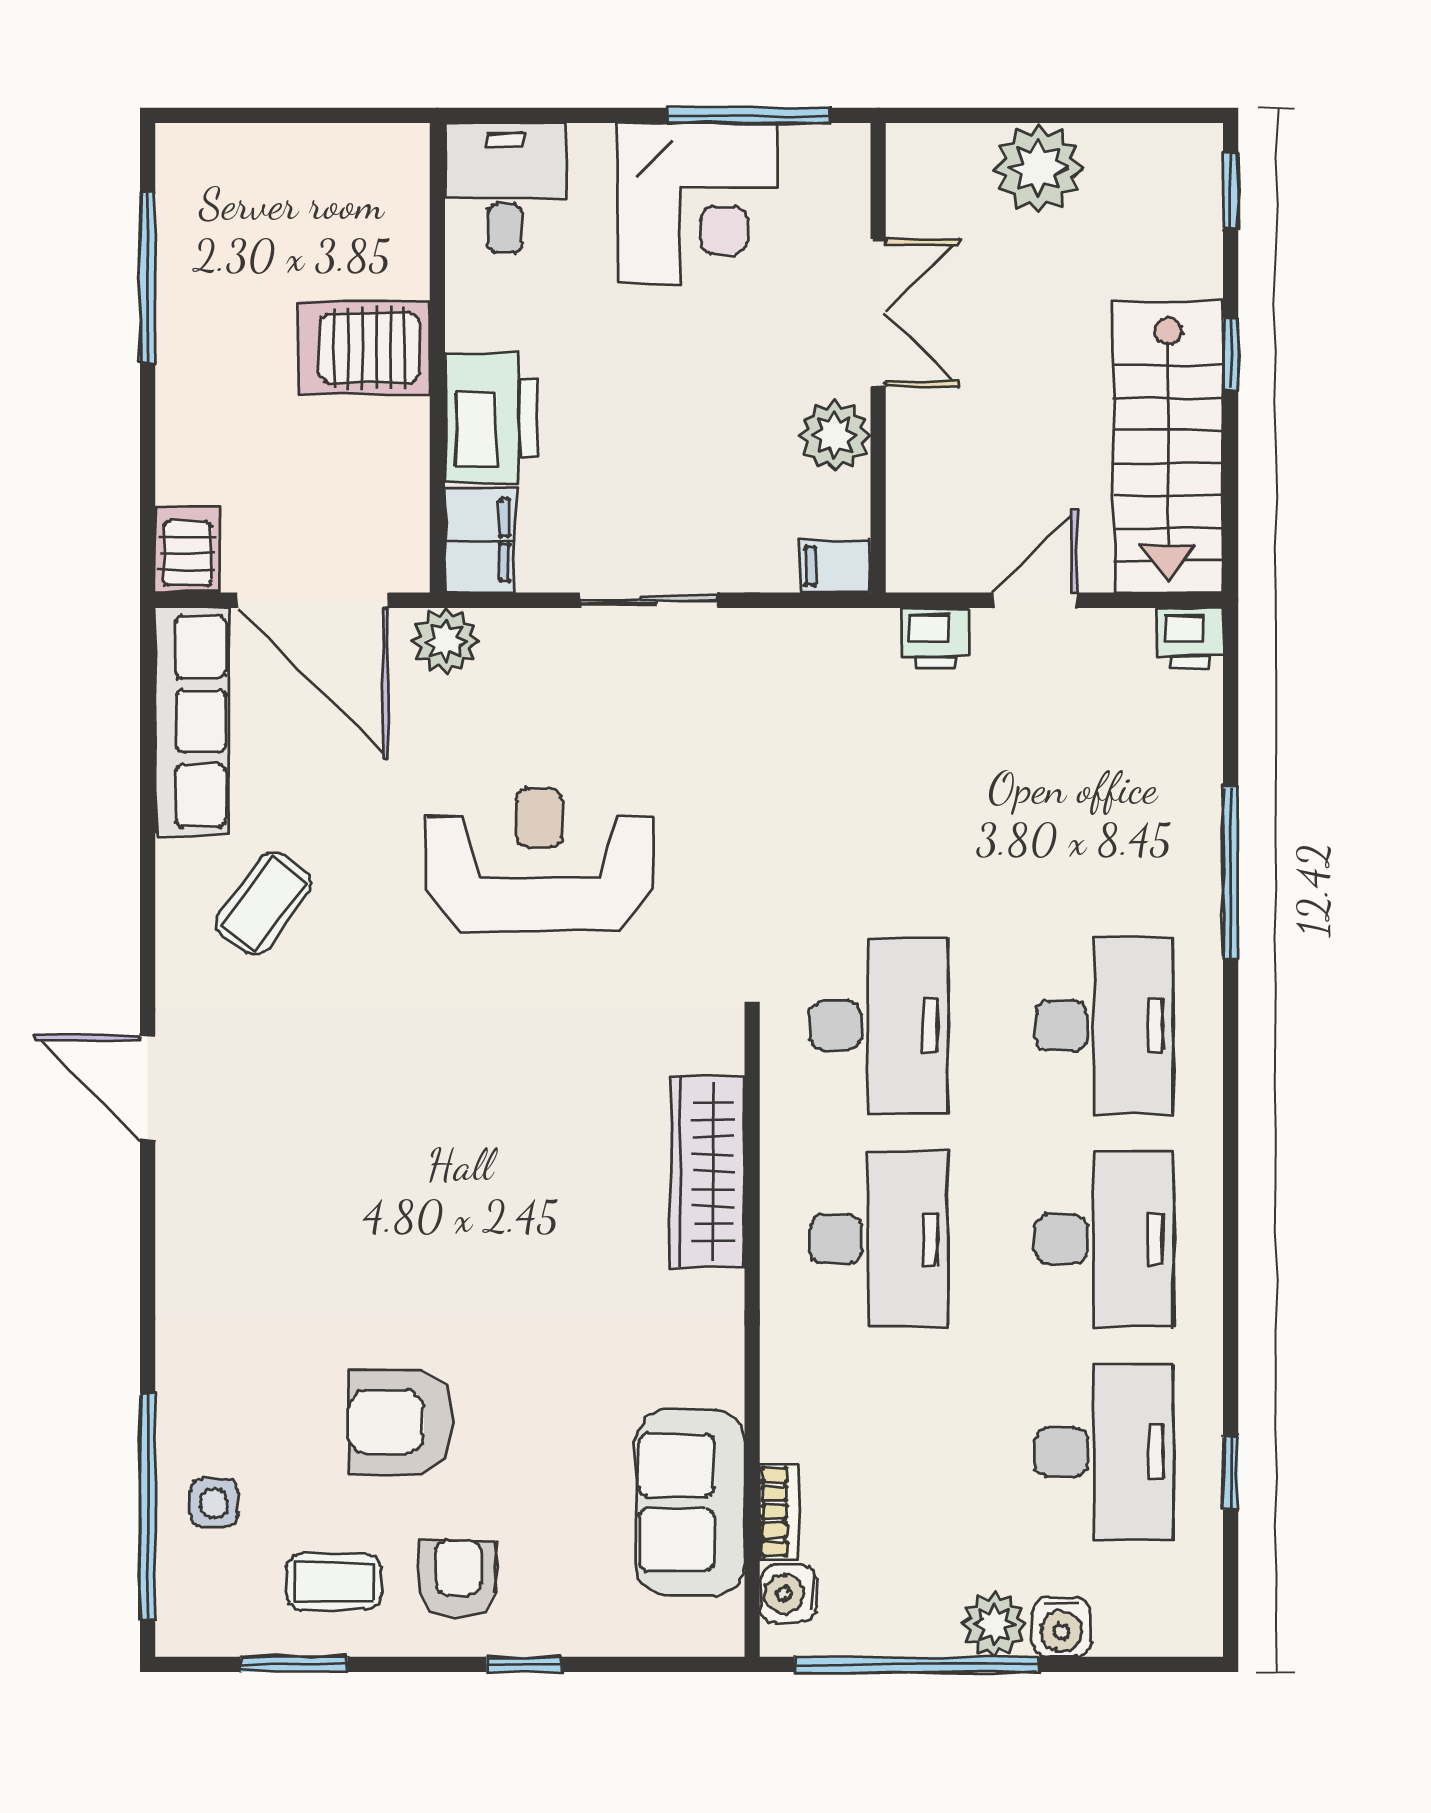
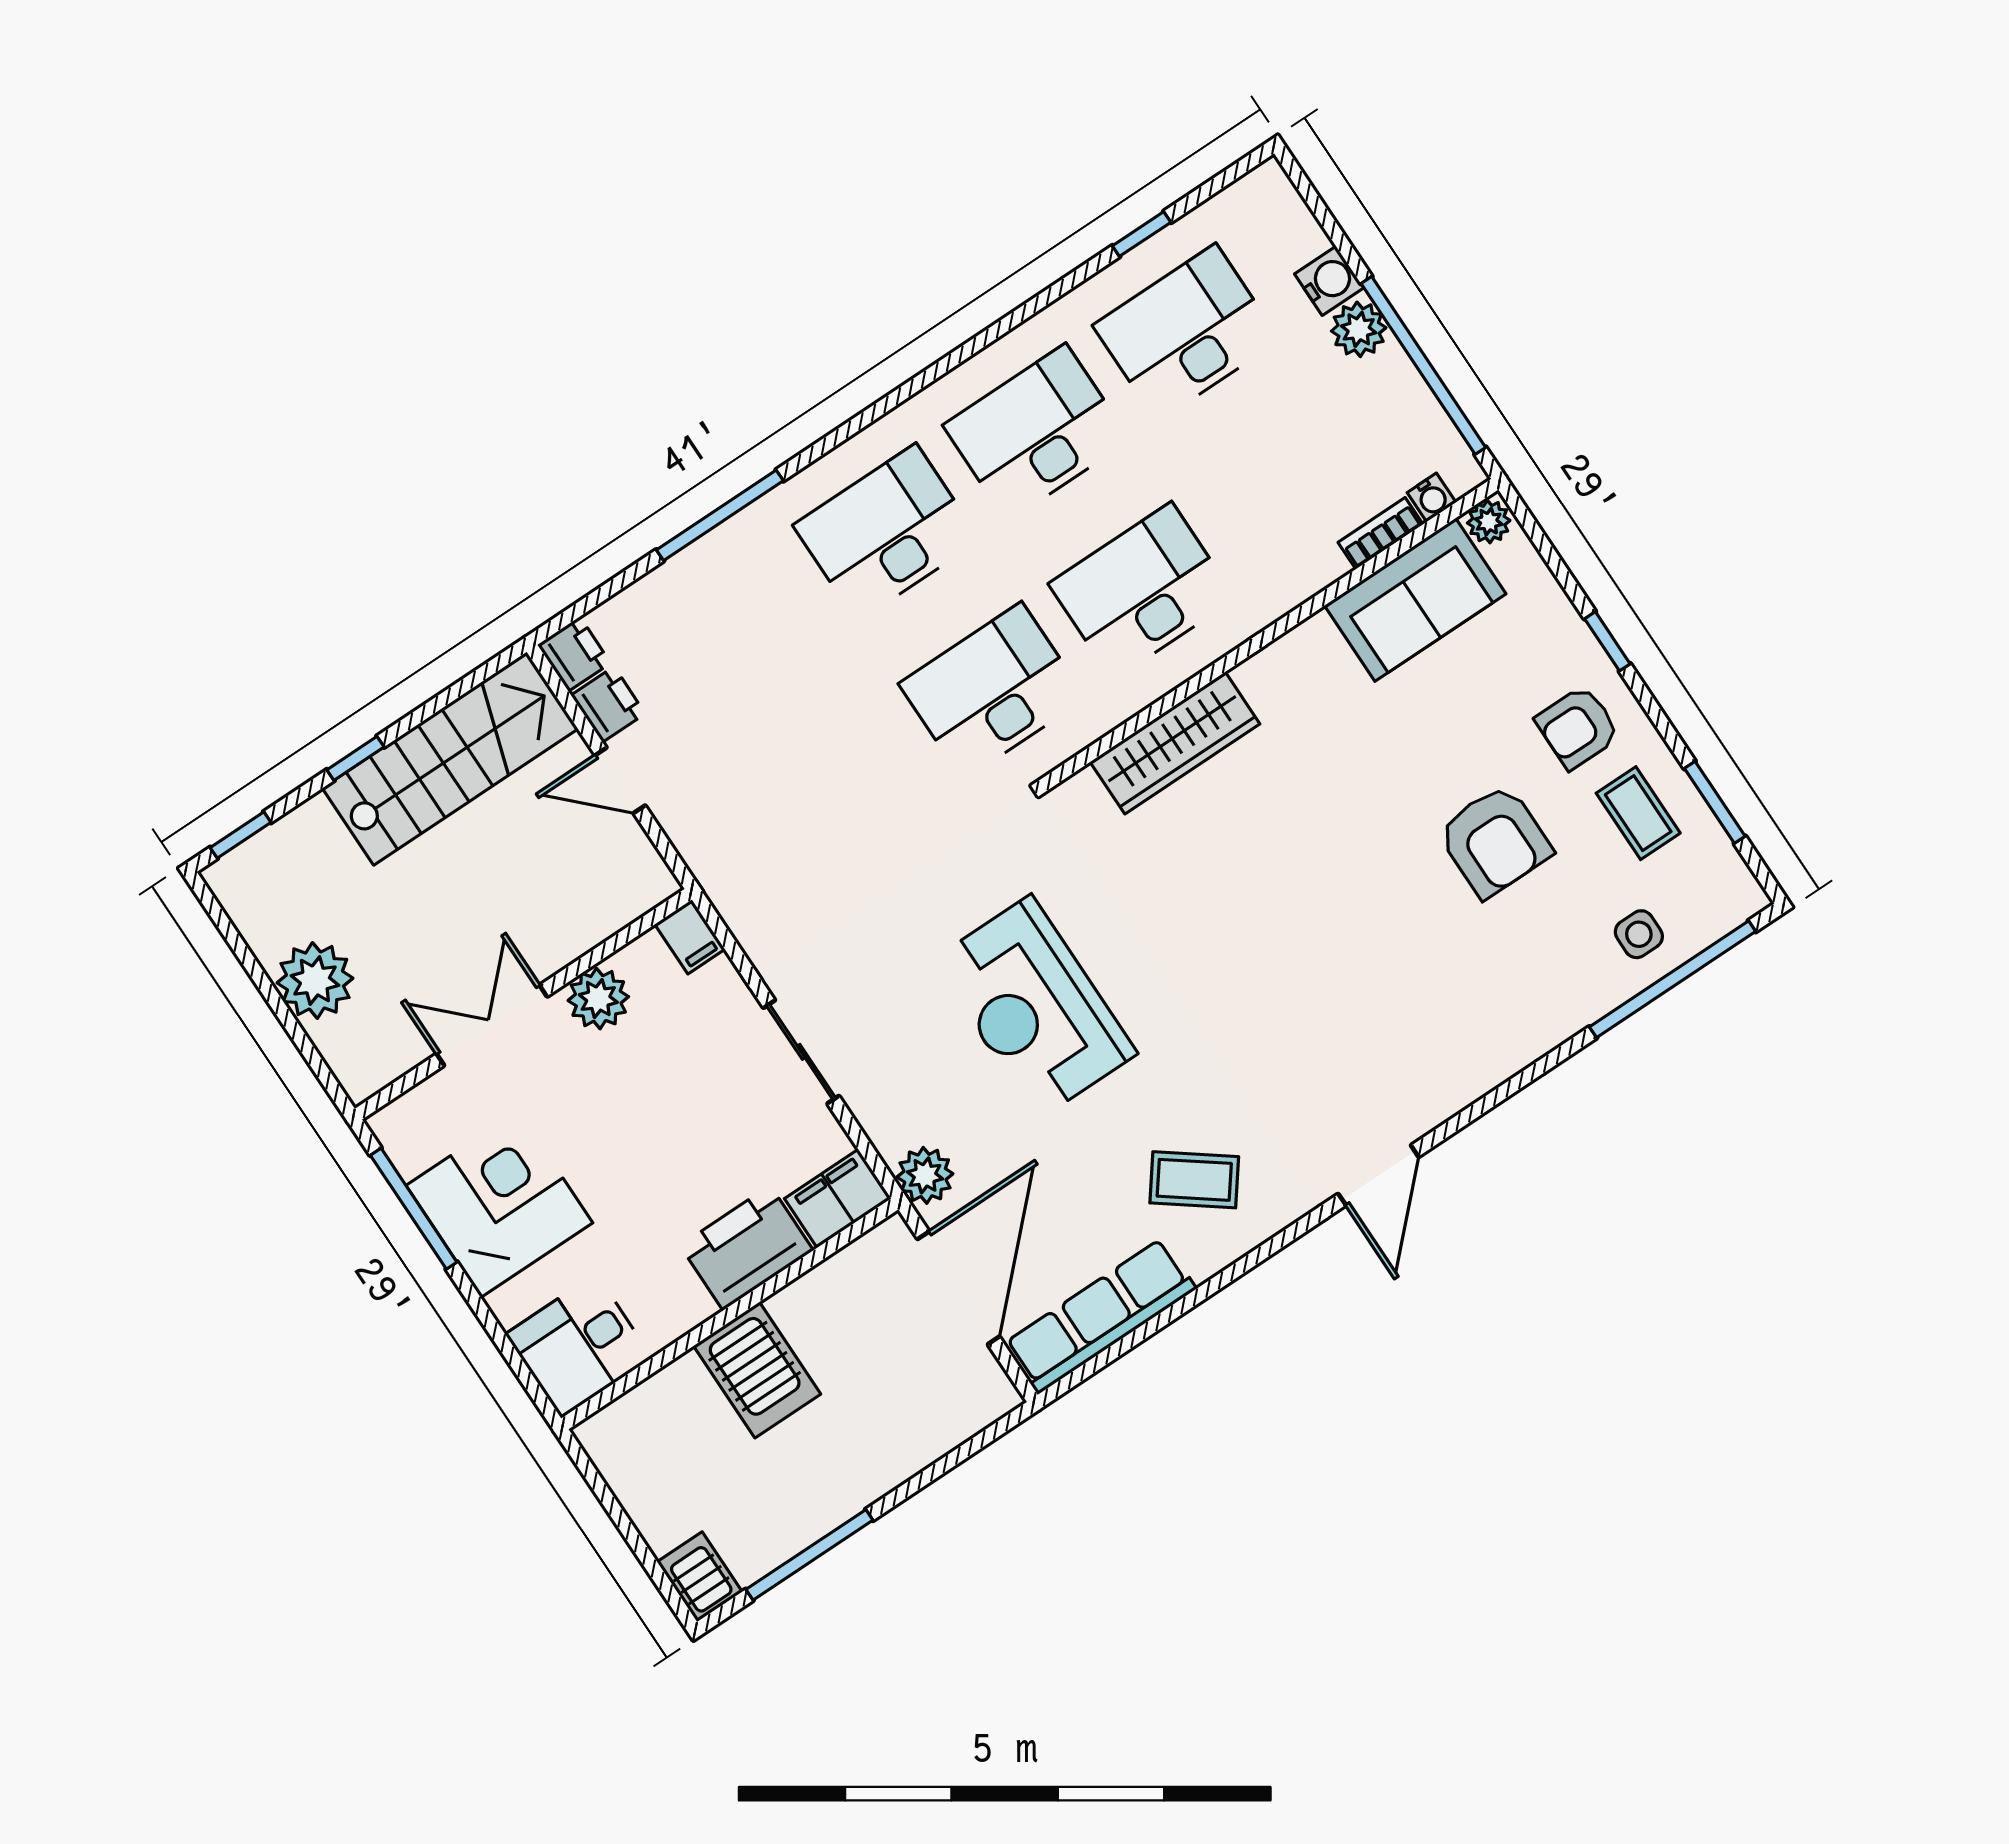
server rack: (187, 550) -> (700, 1577), moved, turned 90
printer: (935, 638) -> (608, 704), moved
water cooler: (789, 1594) -> (1432, 497), width x0.72, depth x0.72
plant: (719, 1626) -> (1489, 522), added

